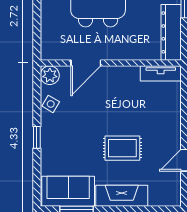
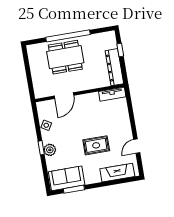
plant: (50, 75) -> (50, 150), moved
fireplace: (122, 196) -> (117, 173), moved

